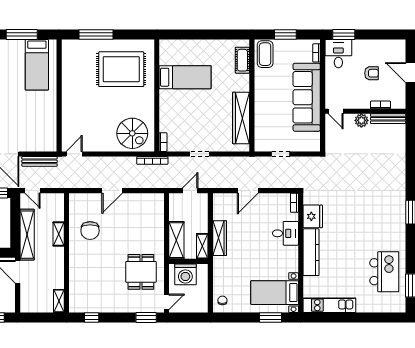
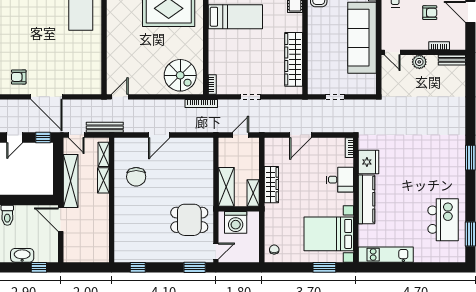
bench: (388, 119) -> (452, 60), width x0.73
bench: (39, 161) -> (105, 127), moved
dining table: (141, 272) -> (189, 220), turned 90
bed with nightstands: (275, 293) -> (329, 234), width x1.36
shelving: (59, 301) -> (104, 154), moved

